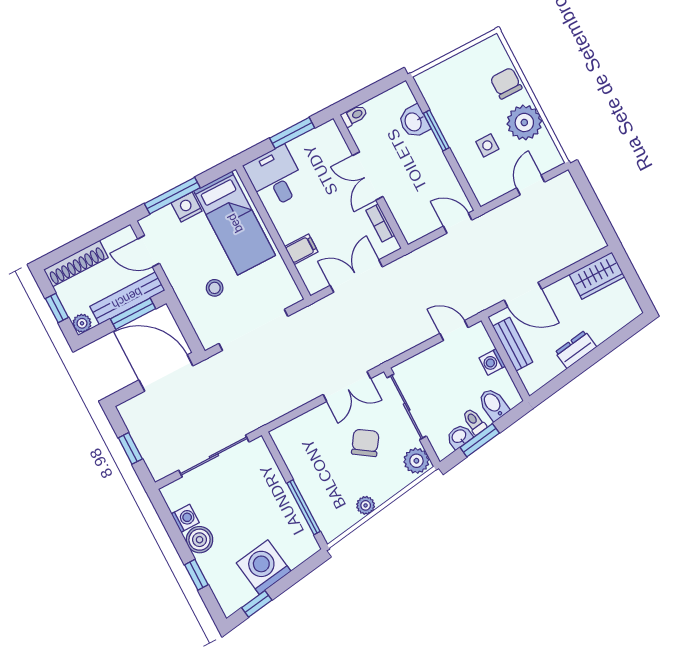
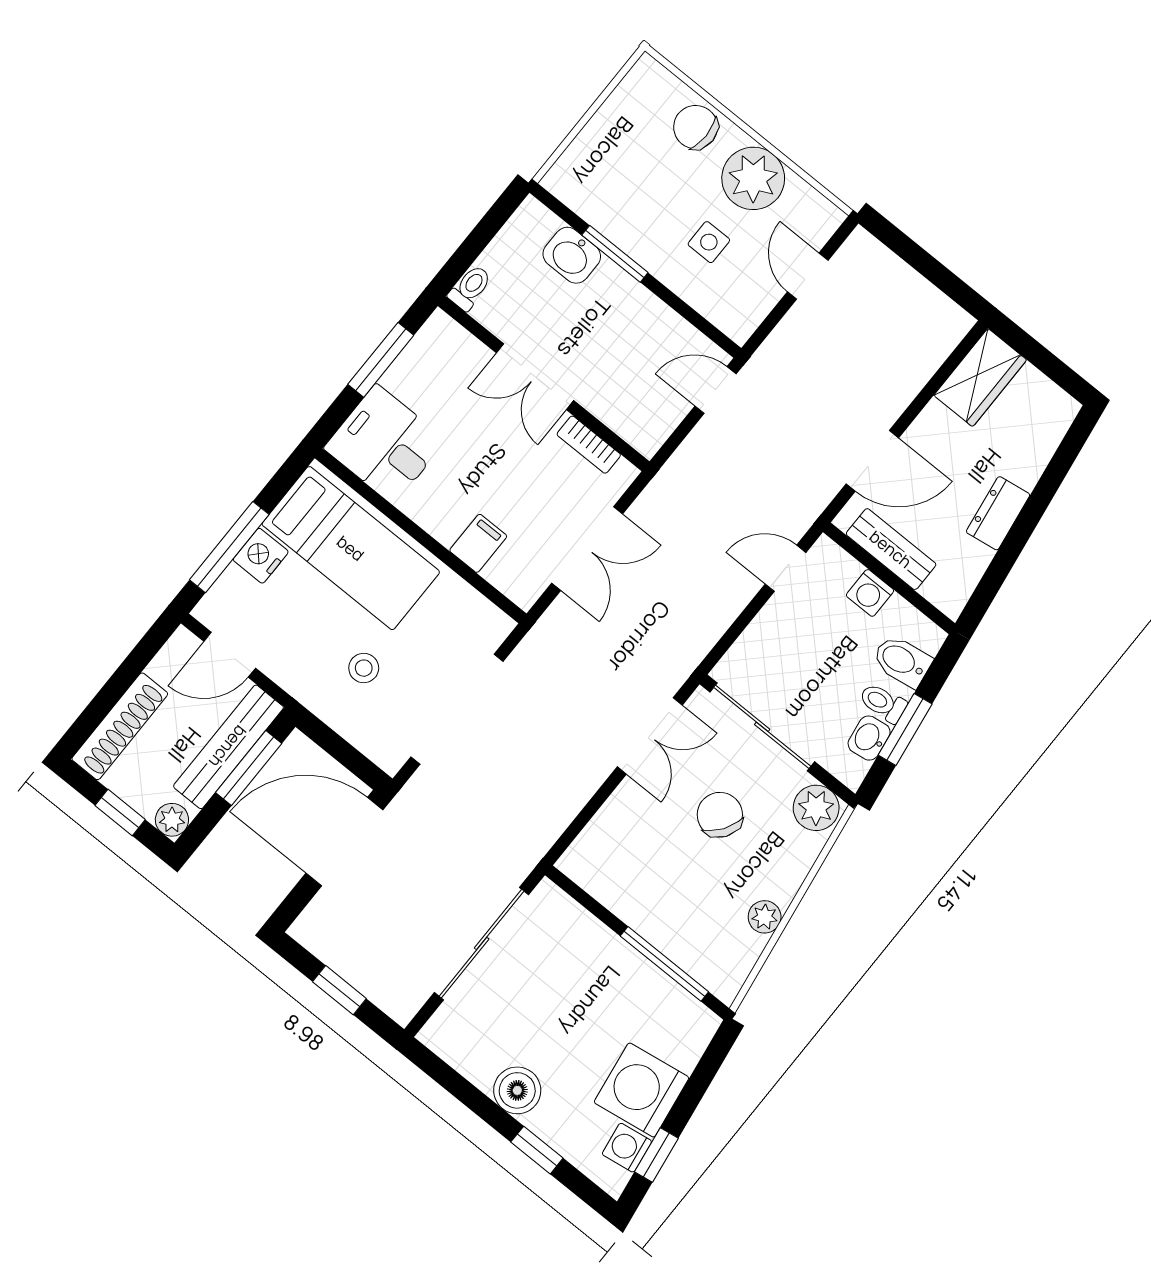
double door: (356, 276) -> (587, 548), swing flipped
washing machine: (185, 518) -> (627, 1148), moved, turned -99

